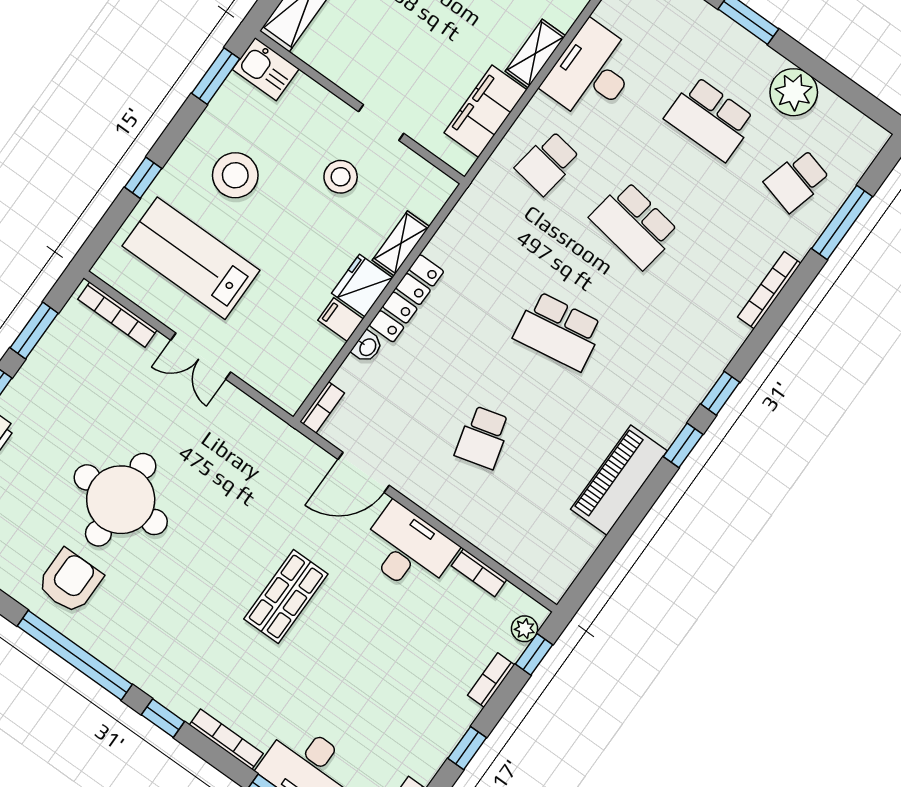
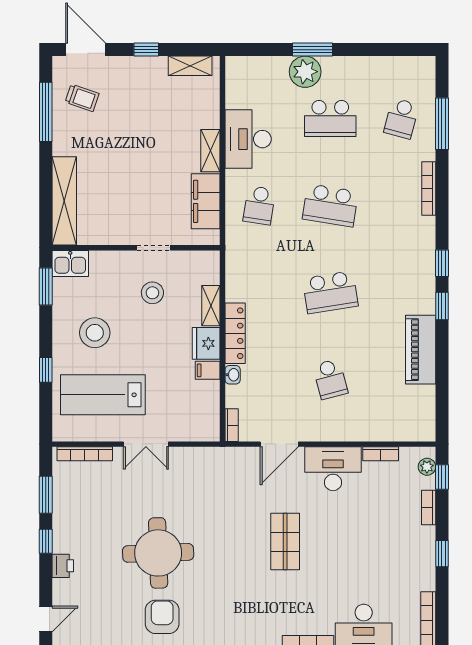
plant: (794, 92) -> (305, 72), moved

